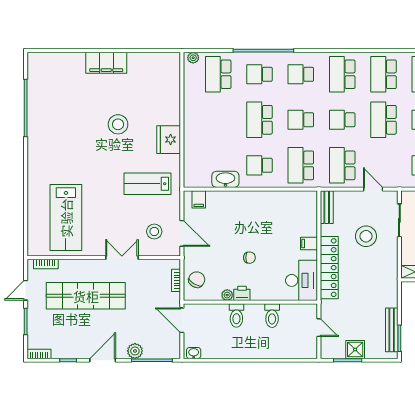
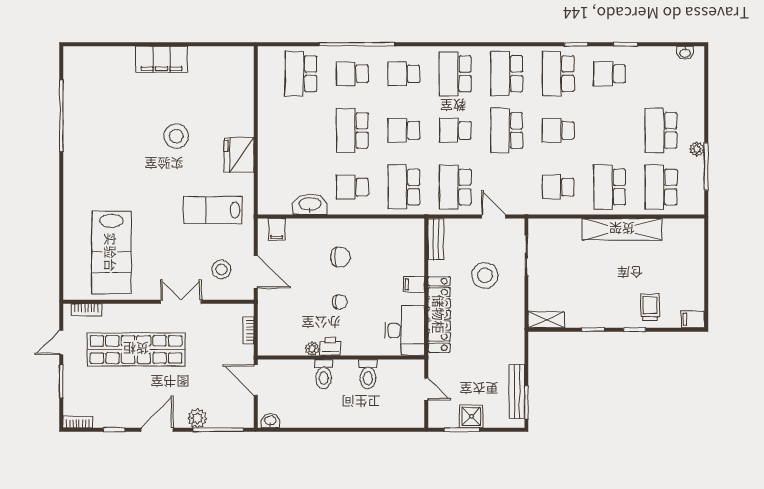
plant: (193, 58) -> (270, 53), removed
chair: (197, 280) -> (340, 257), moved, turned 59

